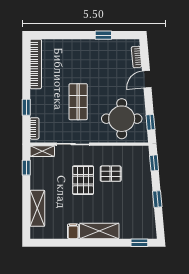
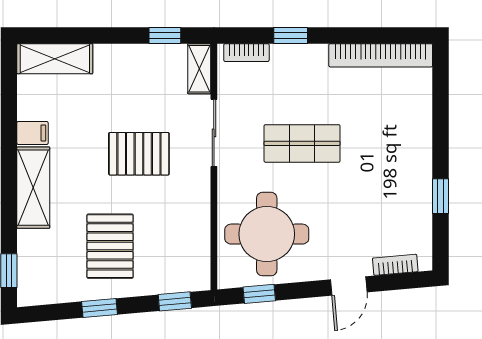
door: (147, 79) -> (349, 286), swing flipped
pallet: (111, 174) -> (110, 246), moved, width x1.50, depth x1.42
shelving: (37, 208) -> (55, 59), moved

